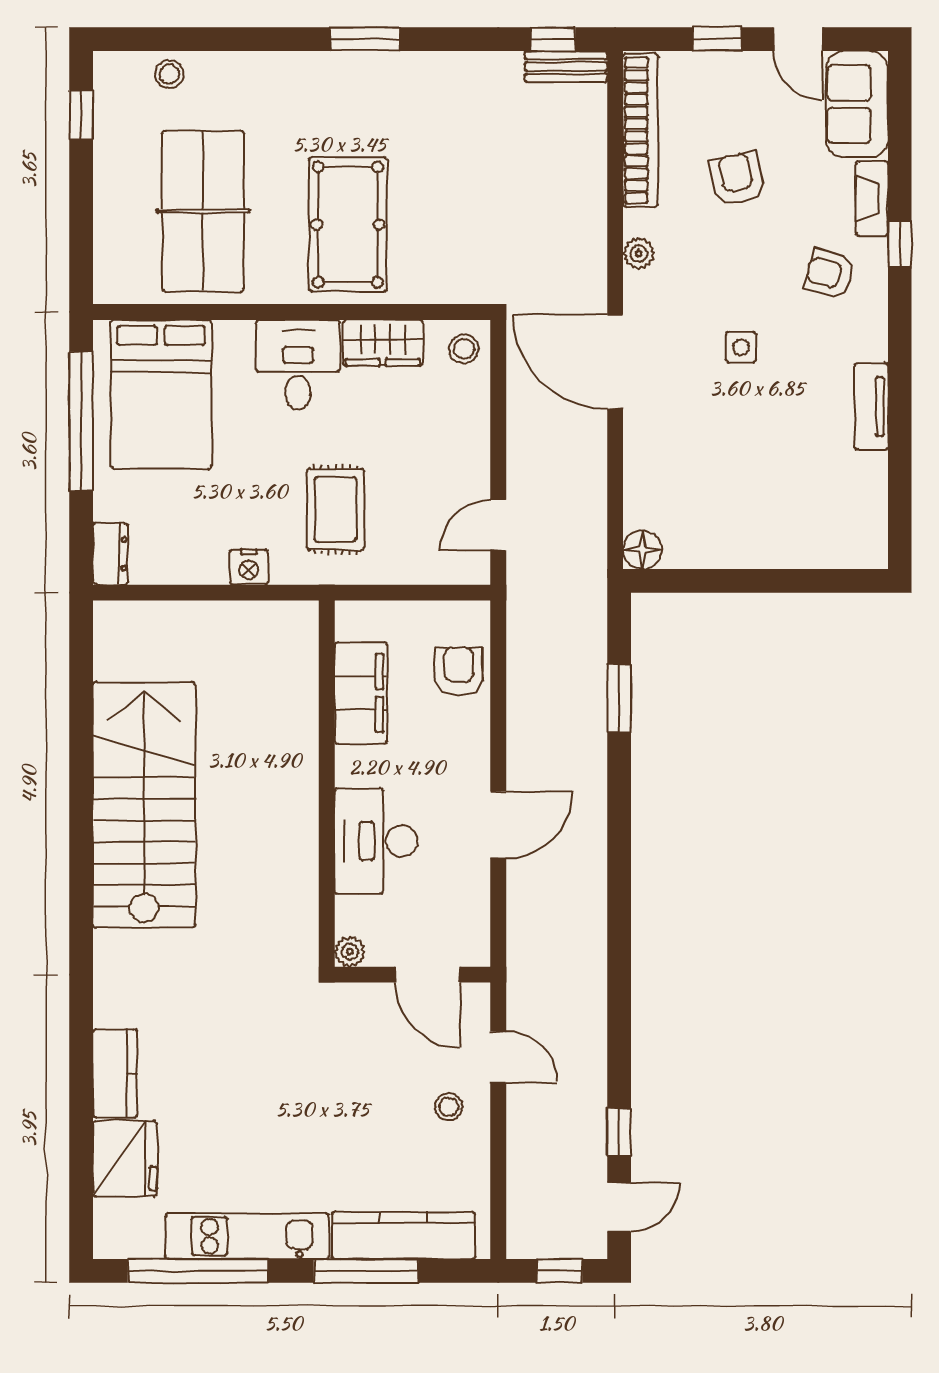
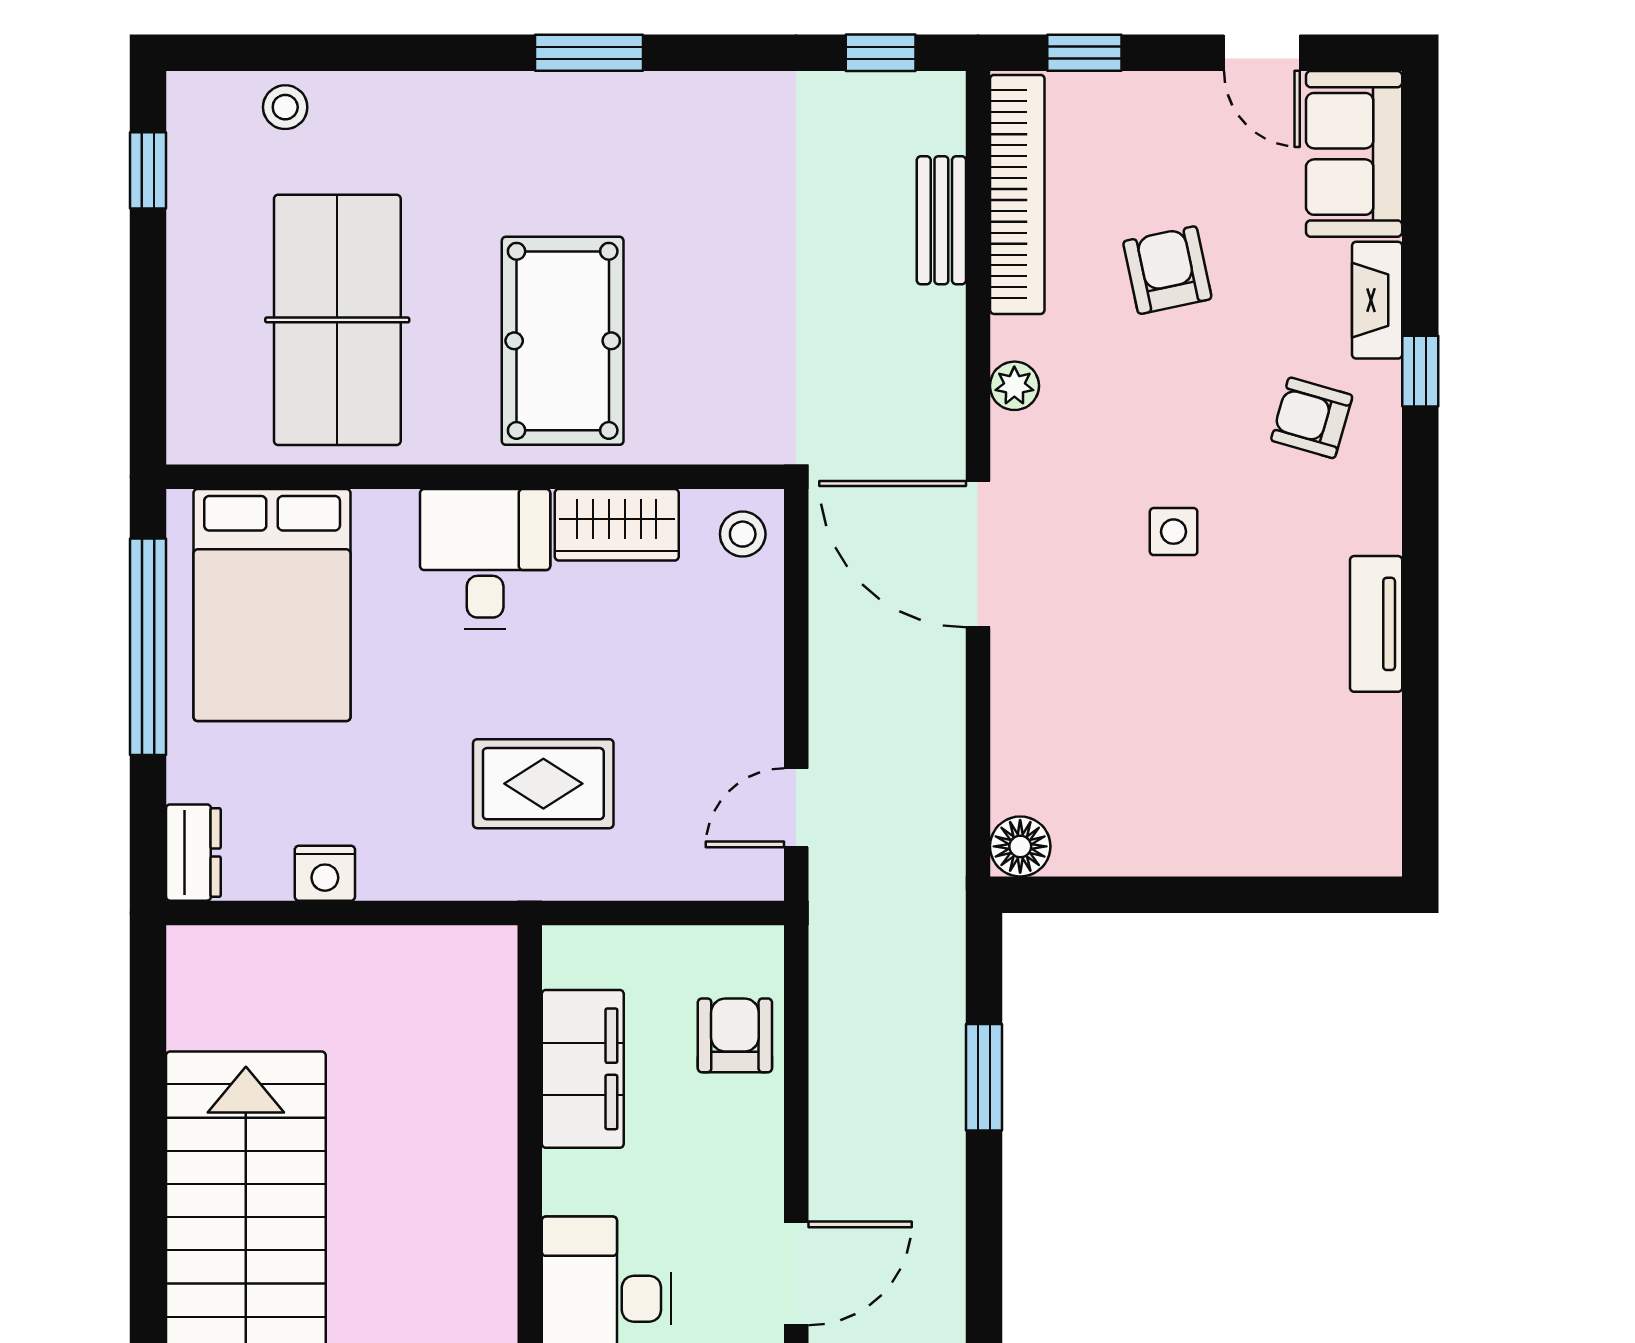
window: (717, 39) -> (1084, 53), moved
bench: (566, 67) -> (941, 220), moved, turned 90
rug: (335, 509) -> (543, 784), turned 90
nightstand: (249, 567) -> (325, 873), moved

